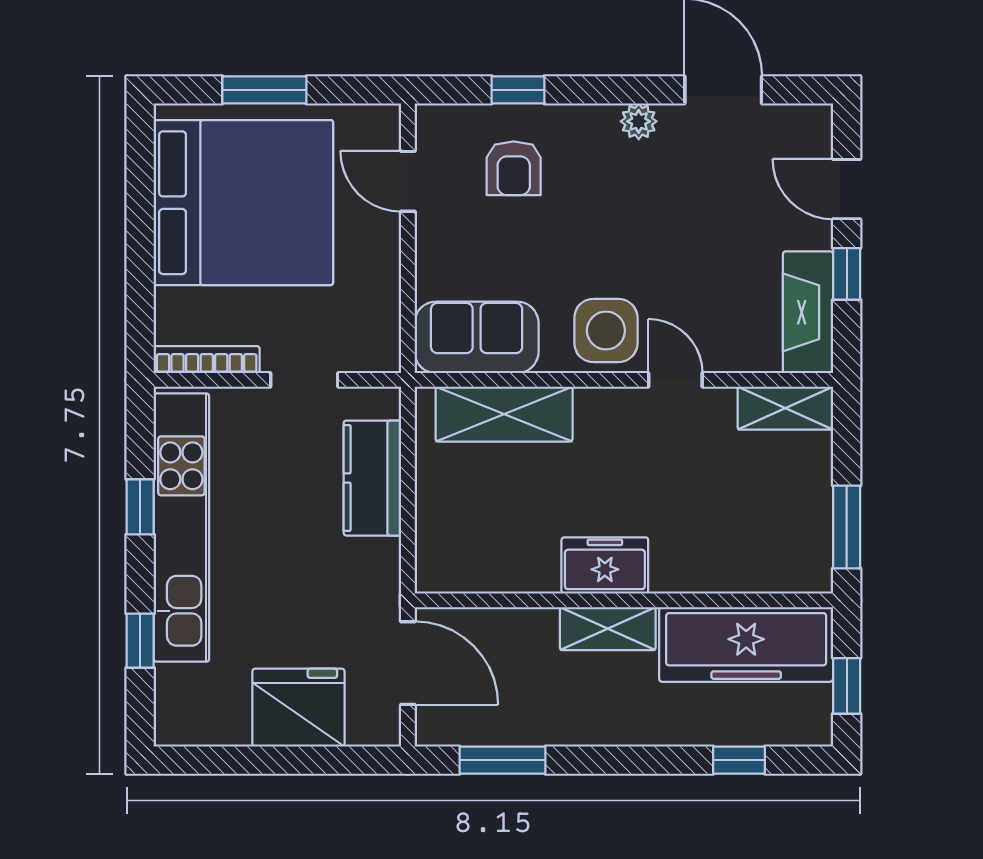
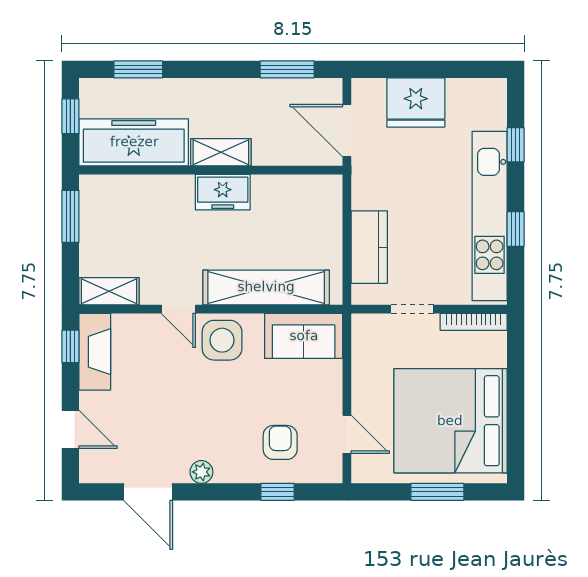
window: (847, 274) -> (70, 346), moved
shelving: (504, 414) -> (266, 287), width x1.47
window: (739, 760) -> (138, 69), width x1.50

